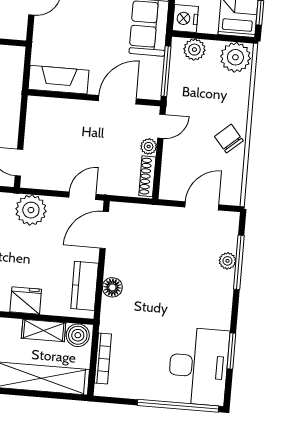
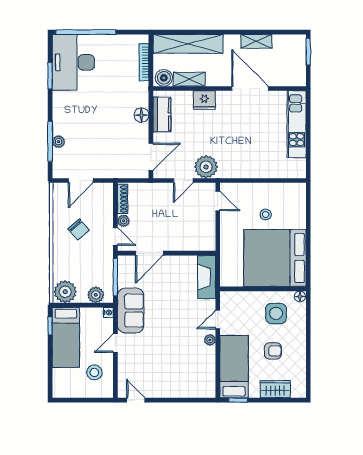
nightstand: (185, 19) -> (108, 313), width x0.53, depth x0.56
fireplace: (59, 80) -> (207, 277), moved, turned 90
door: (161, 126) -> (115, 236), swing flipped
chair: (229, 139) -> (79, 230), moved
door: (83, 196) -> (183, 180), moved

